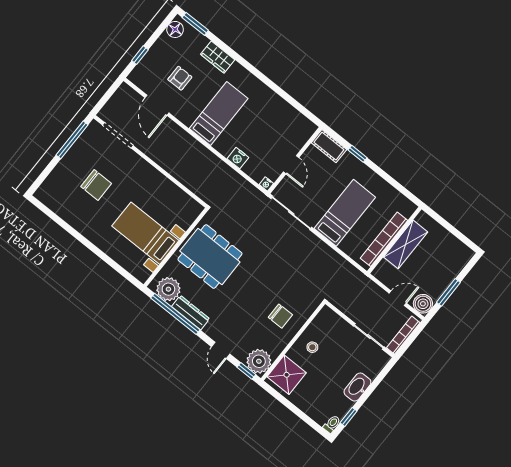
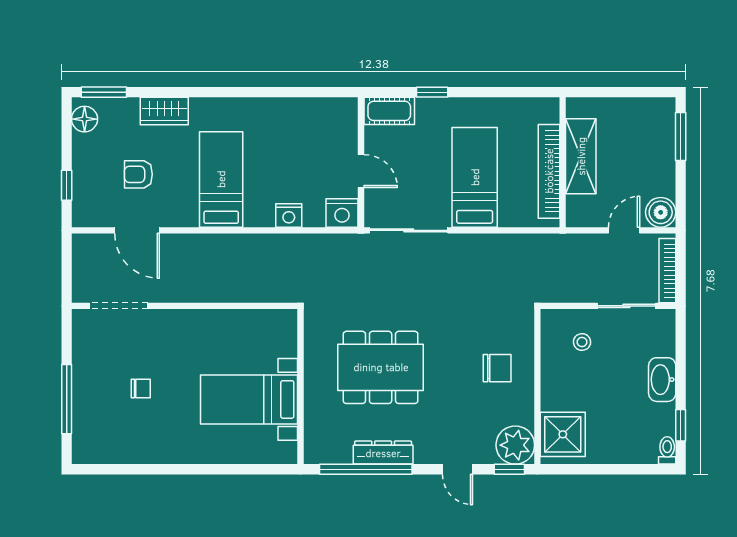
armchair: (180, 78) -> (138, 174), turned -90
window: (72, 140) -> (67, 399), moved
nightstand: (266, 184) -> (342, 213), width x1.89, depth x1.79
chair: (96, 185) -> (141, 389), width x0.54, depth x0.54
dining table: (210, 257) -> (381, 367), moved
plant: (168, 289) -> (333, 446), removed
window: (448, 292) -> (681, 137), moved
stool: (312, 347) -> (582, 342), moved

